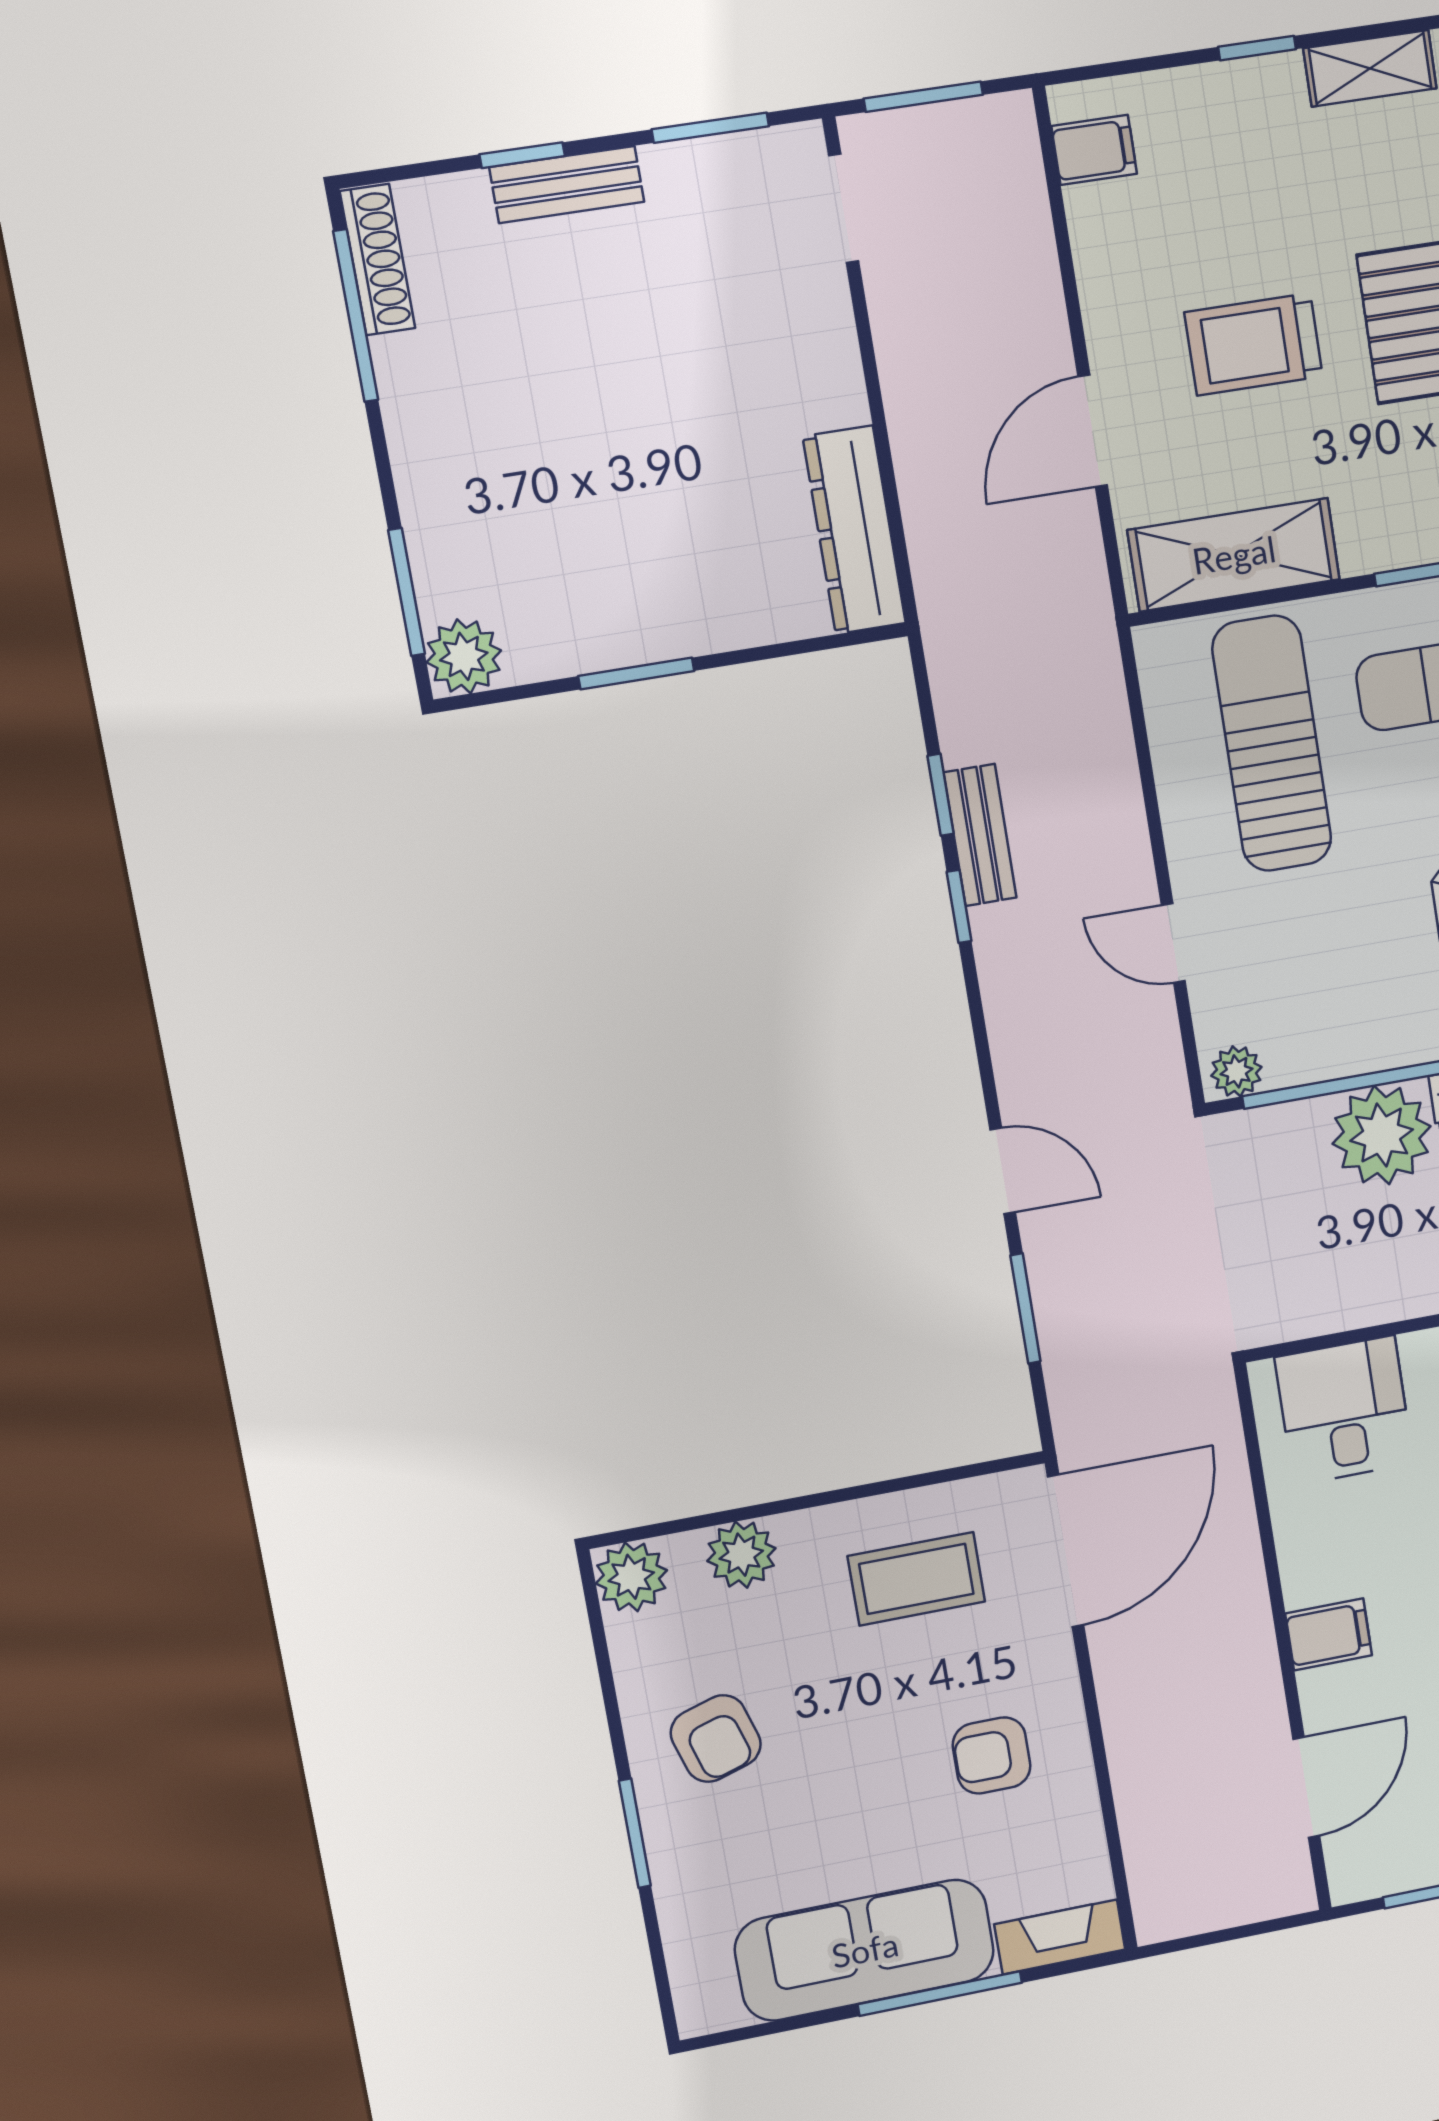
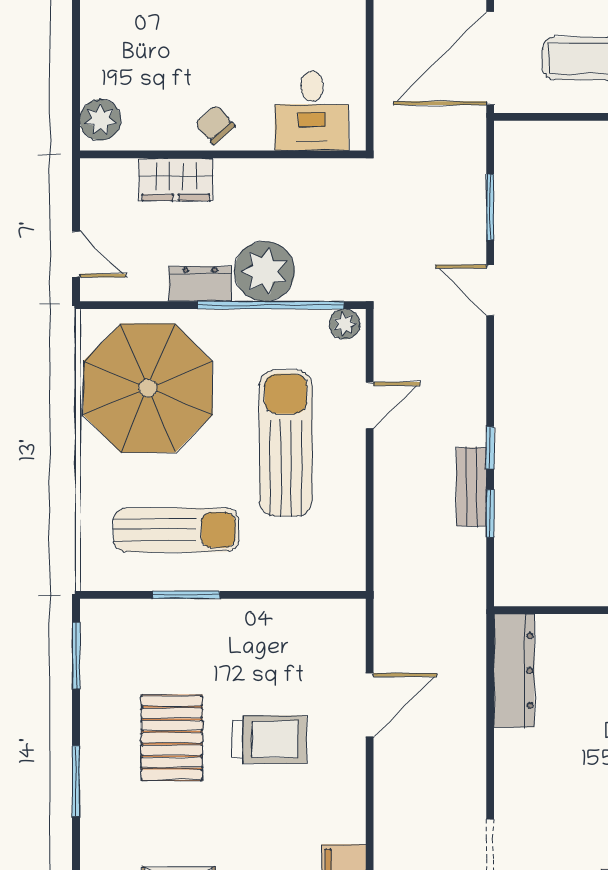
shelving: (1234, 555) -> (300, 622), removed
sun lounger: (1272, 744) -> (286, 443), moved, turned 180
door: (1173, 943) -> (370, 405), hinge flipped

